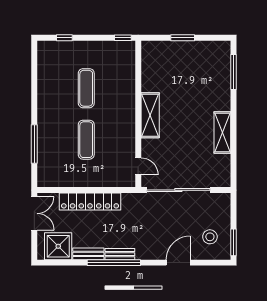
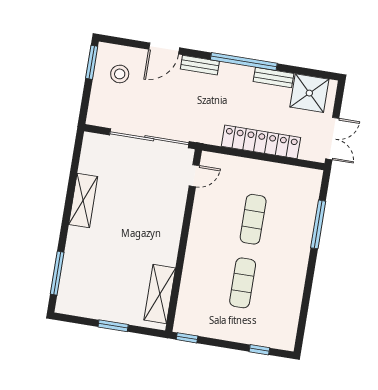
shelving: (150, 115) -> (160, 294), moved
door: (138, 166) -> (194, 176), swing flipped
double door: (34, 213) -> (332, 139), swing flipped
bench: (120, 254) -> (200, 65), moved

